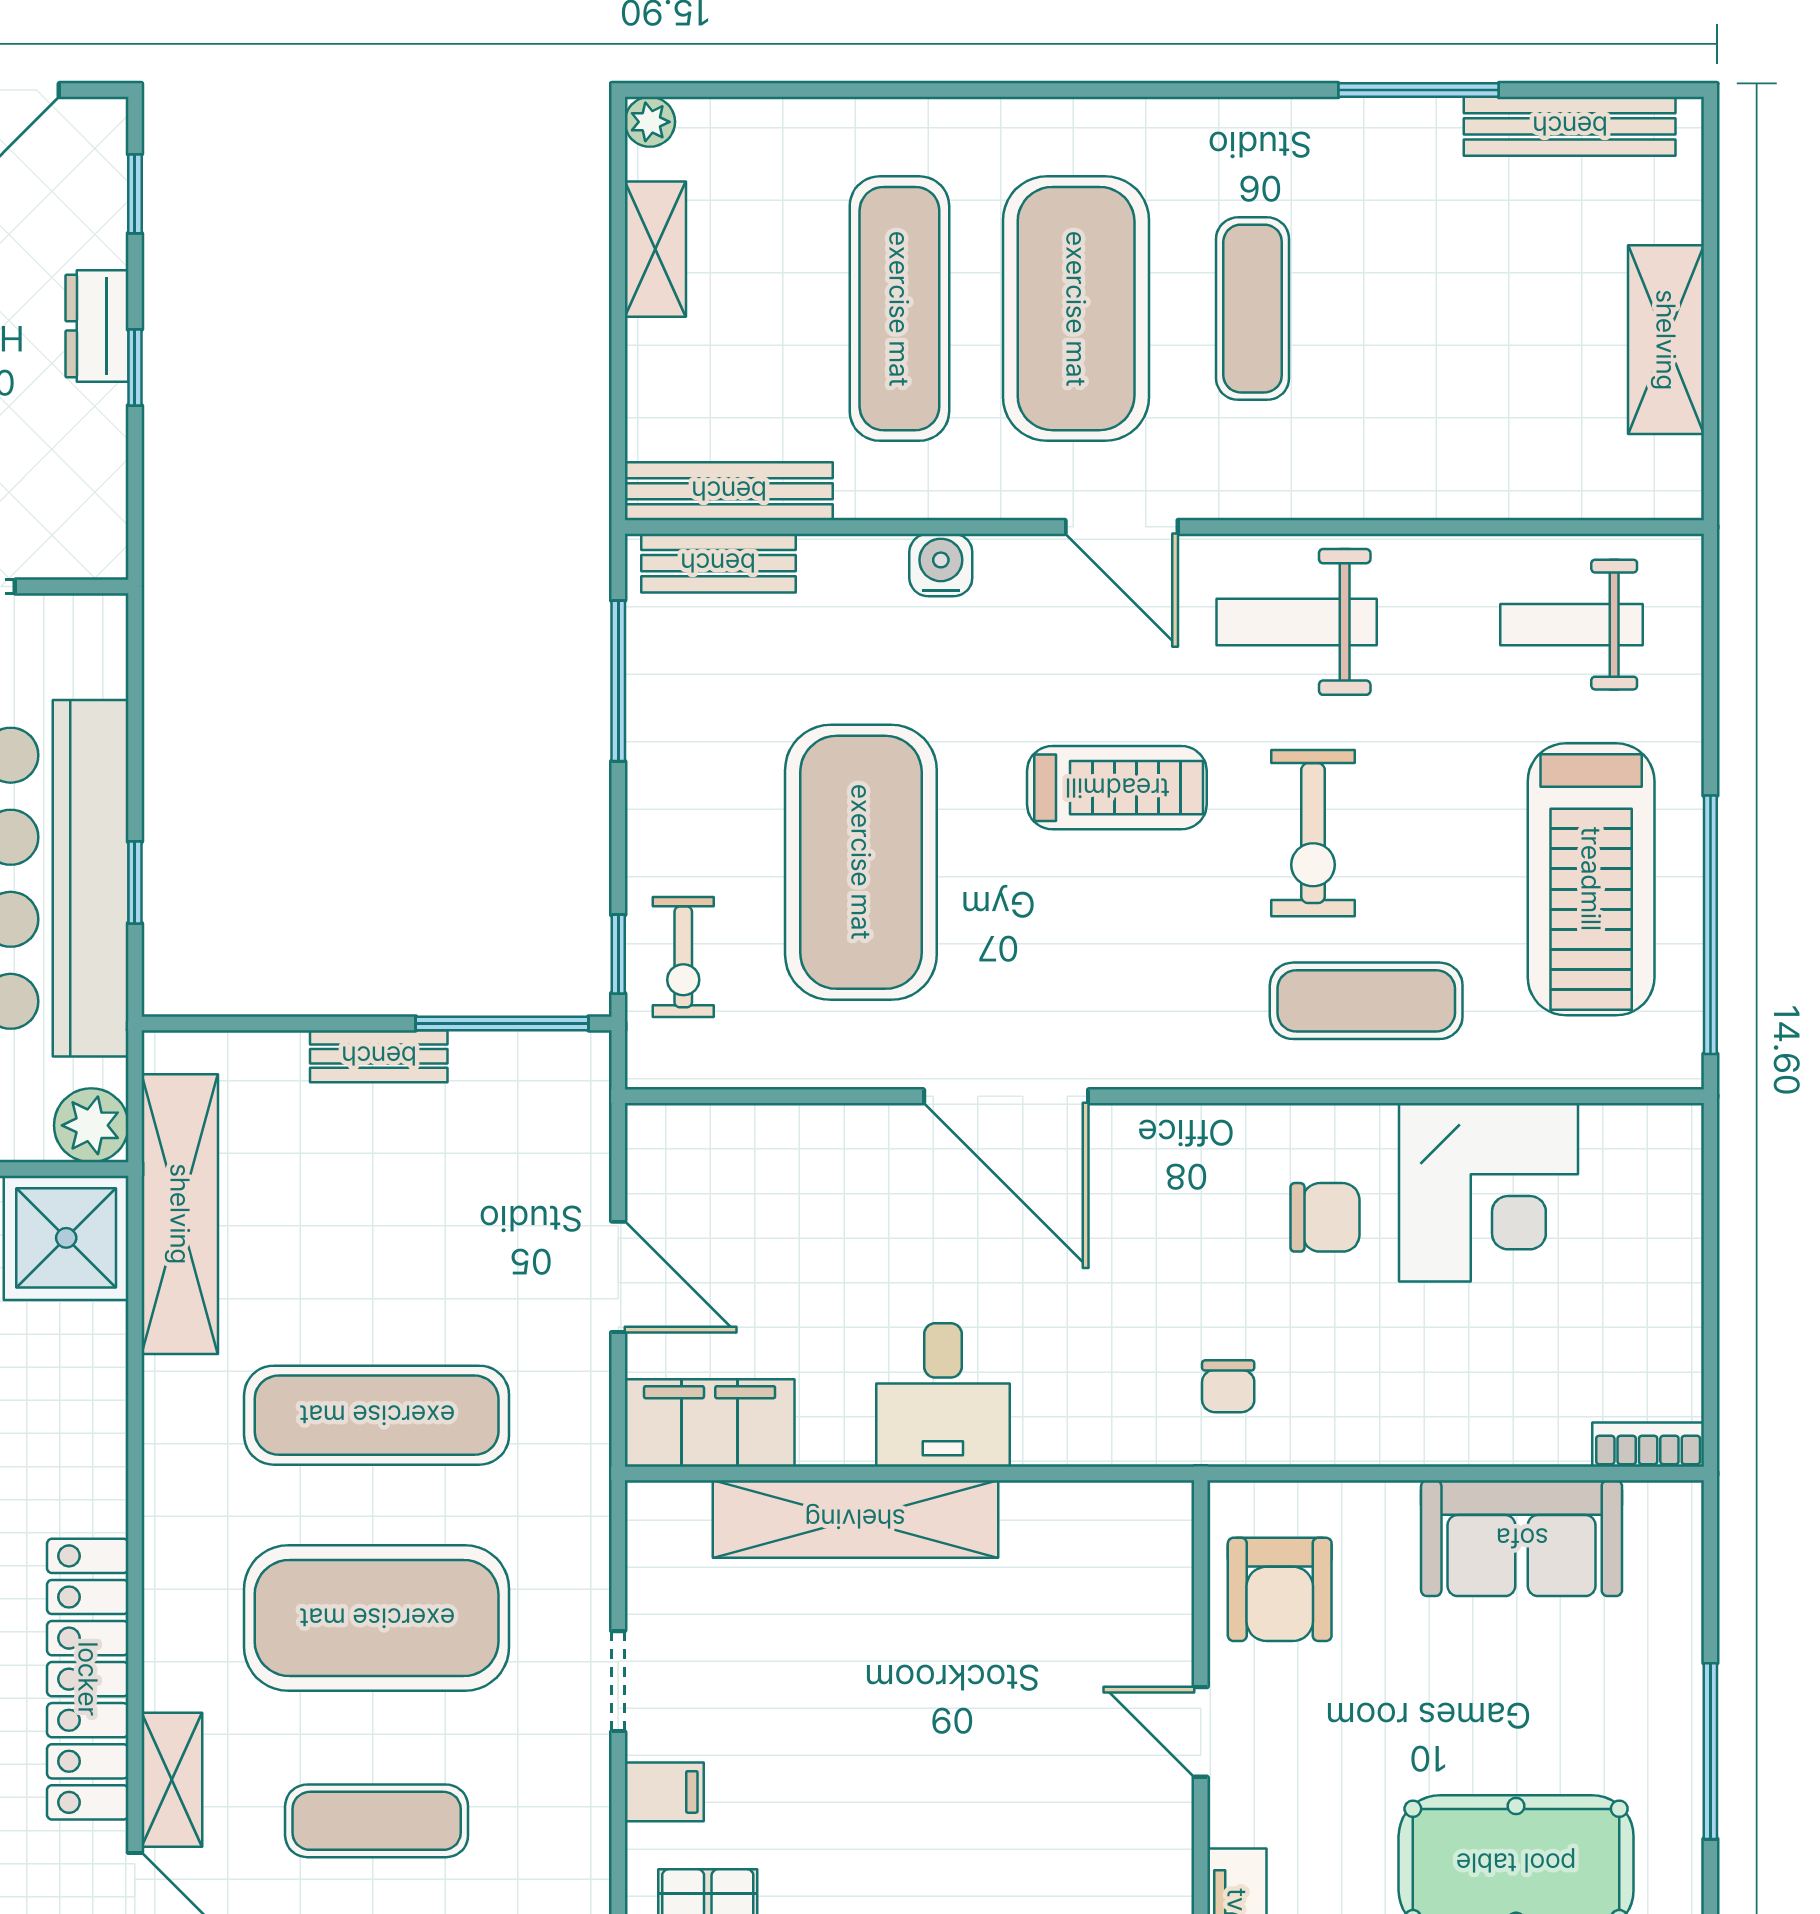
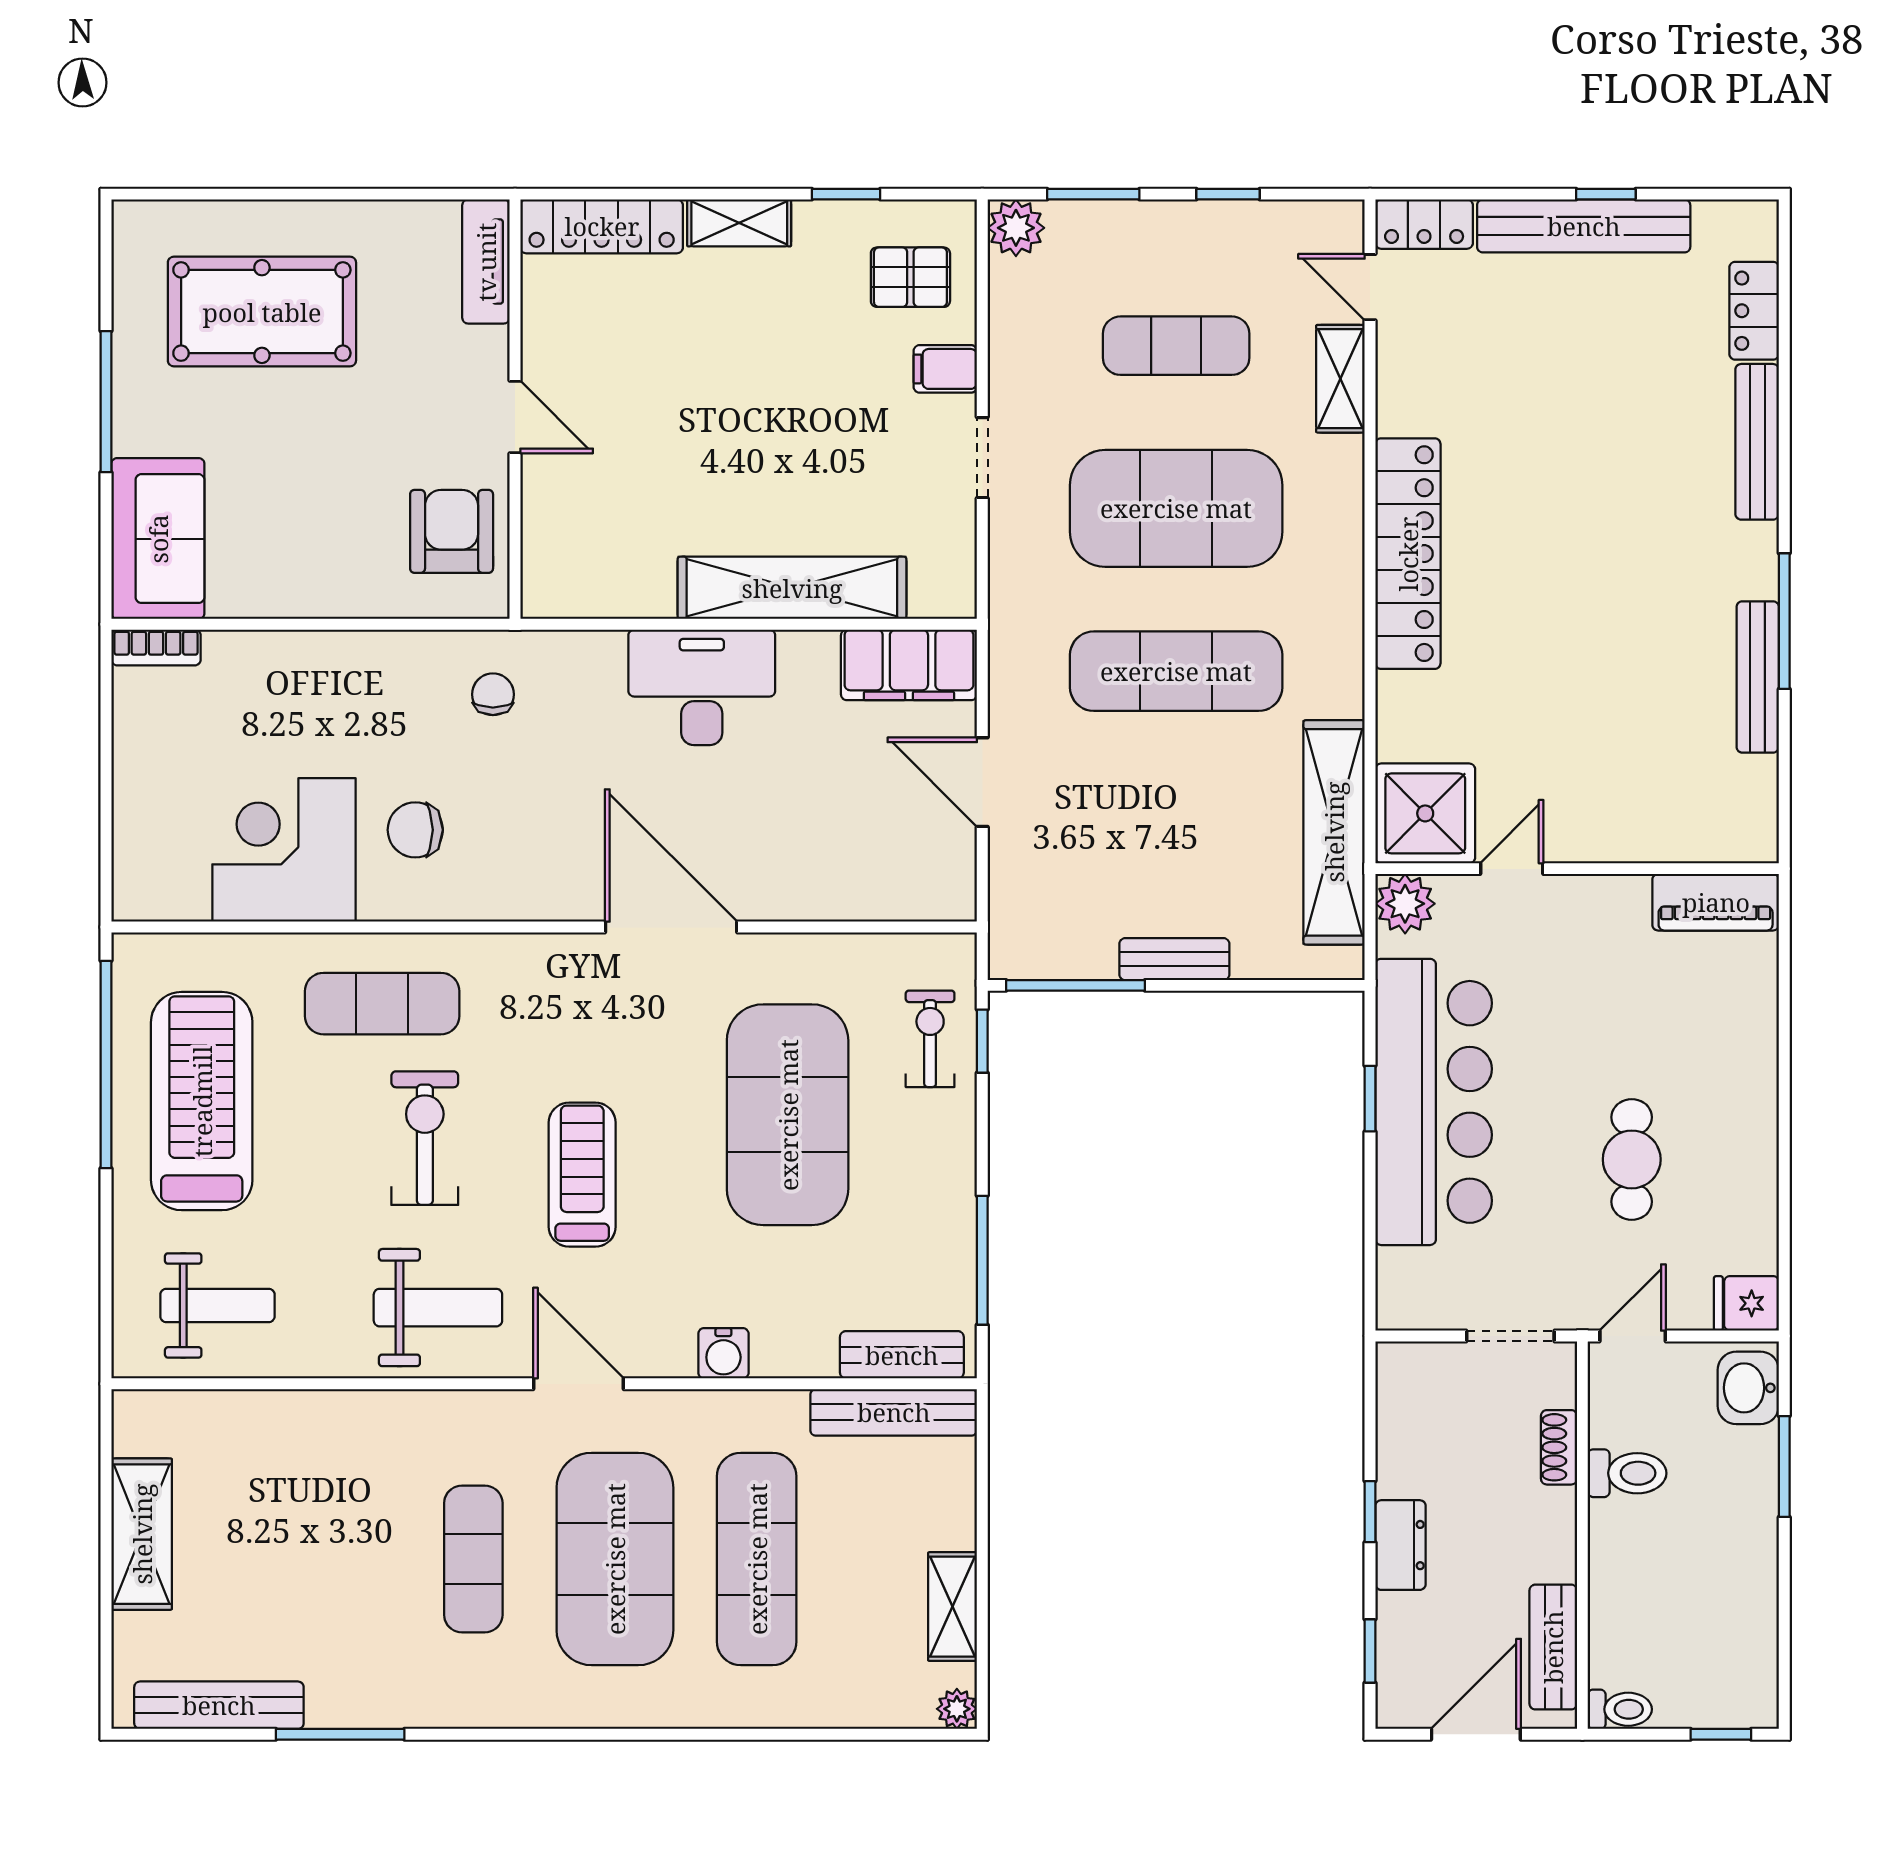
treadmill: (1117, 788) -> (582, 1175), turned 90
desk: (943, 1395) -> (702, 687), width x1.37
sofa: (1522, 1538) -> (158, 539), moved, turned 90
locker: (88, 1679) -> (1408, 554), moved

